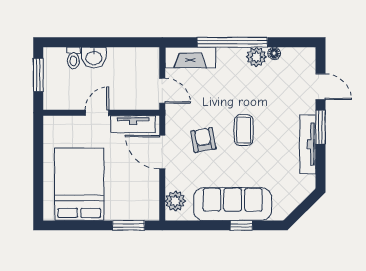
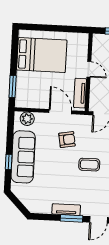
coffee table: (244, 130) -> (89, 165), moved
tv unit: (308, 144) -> (66, 210), width x0.71
door: (162, 152) -> (60, 112), hinge flipped

